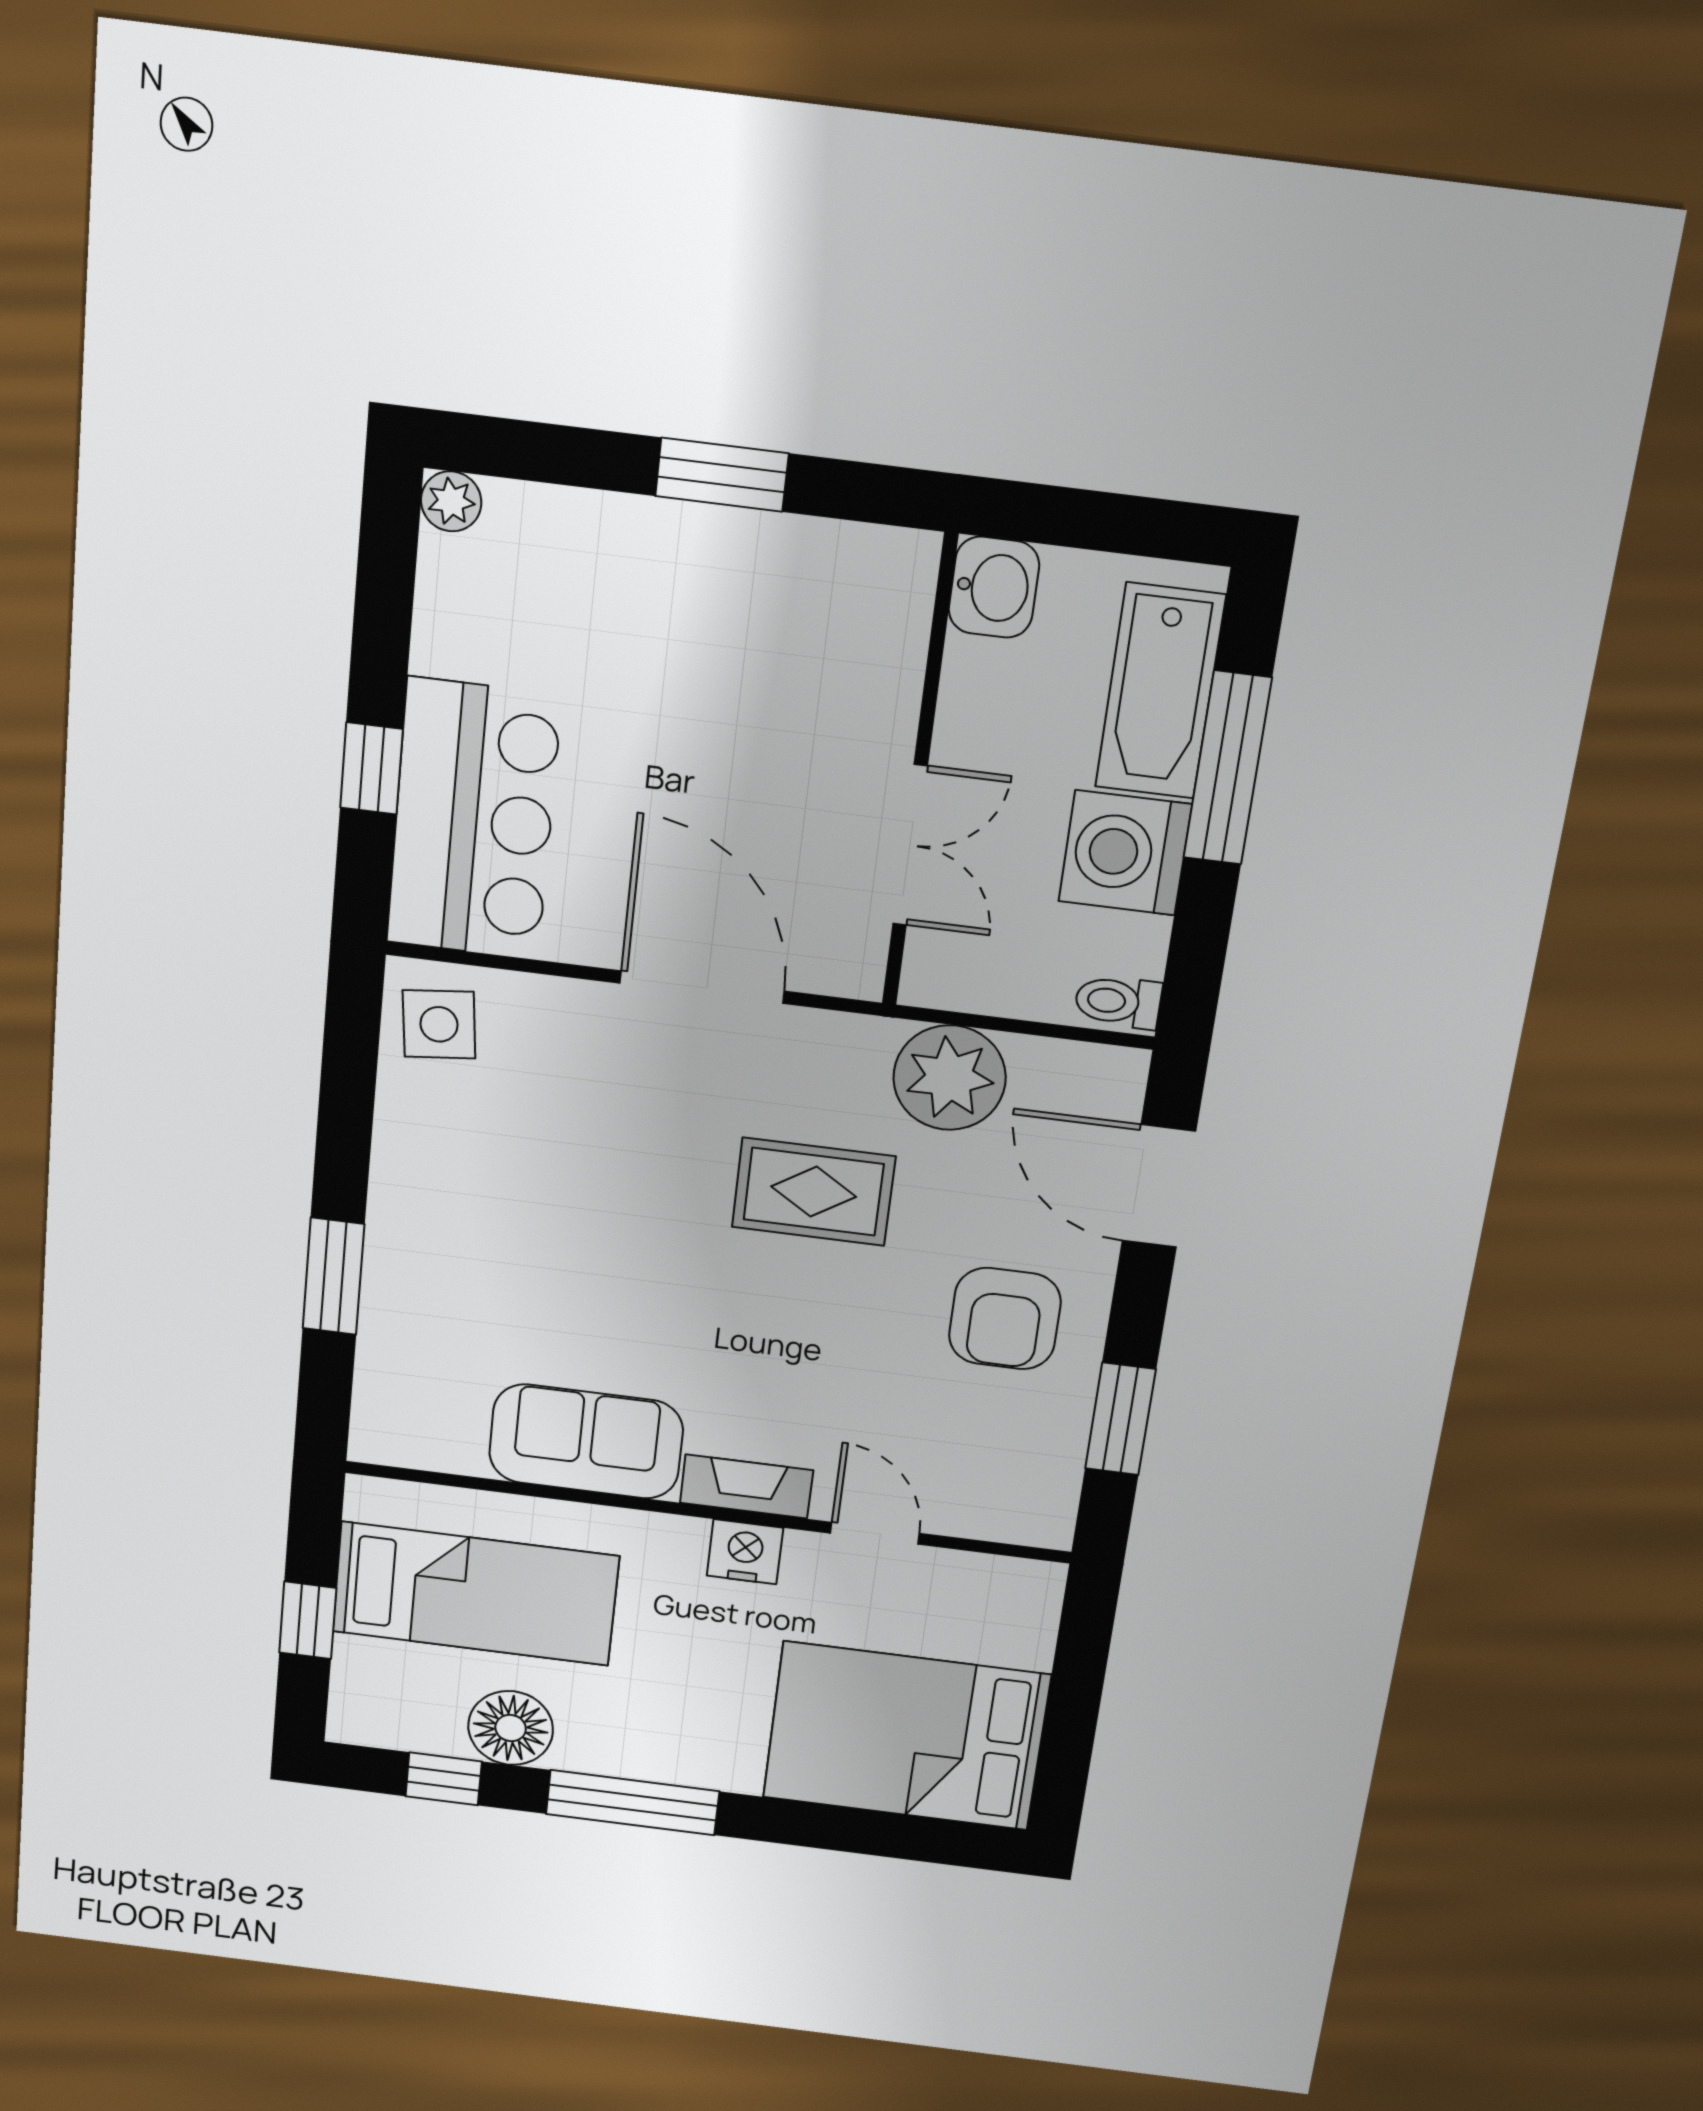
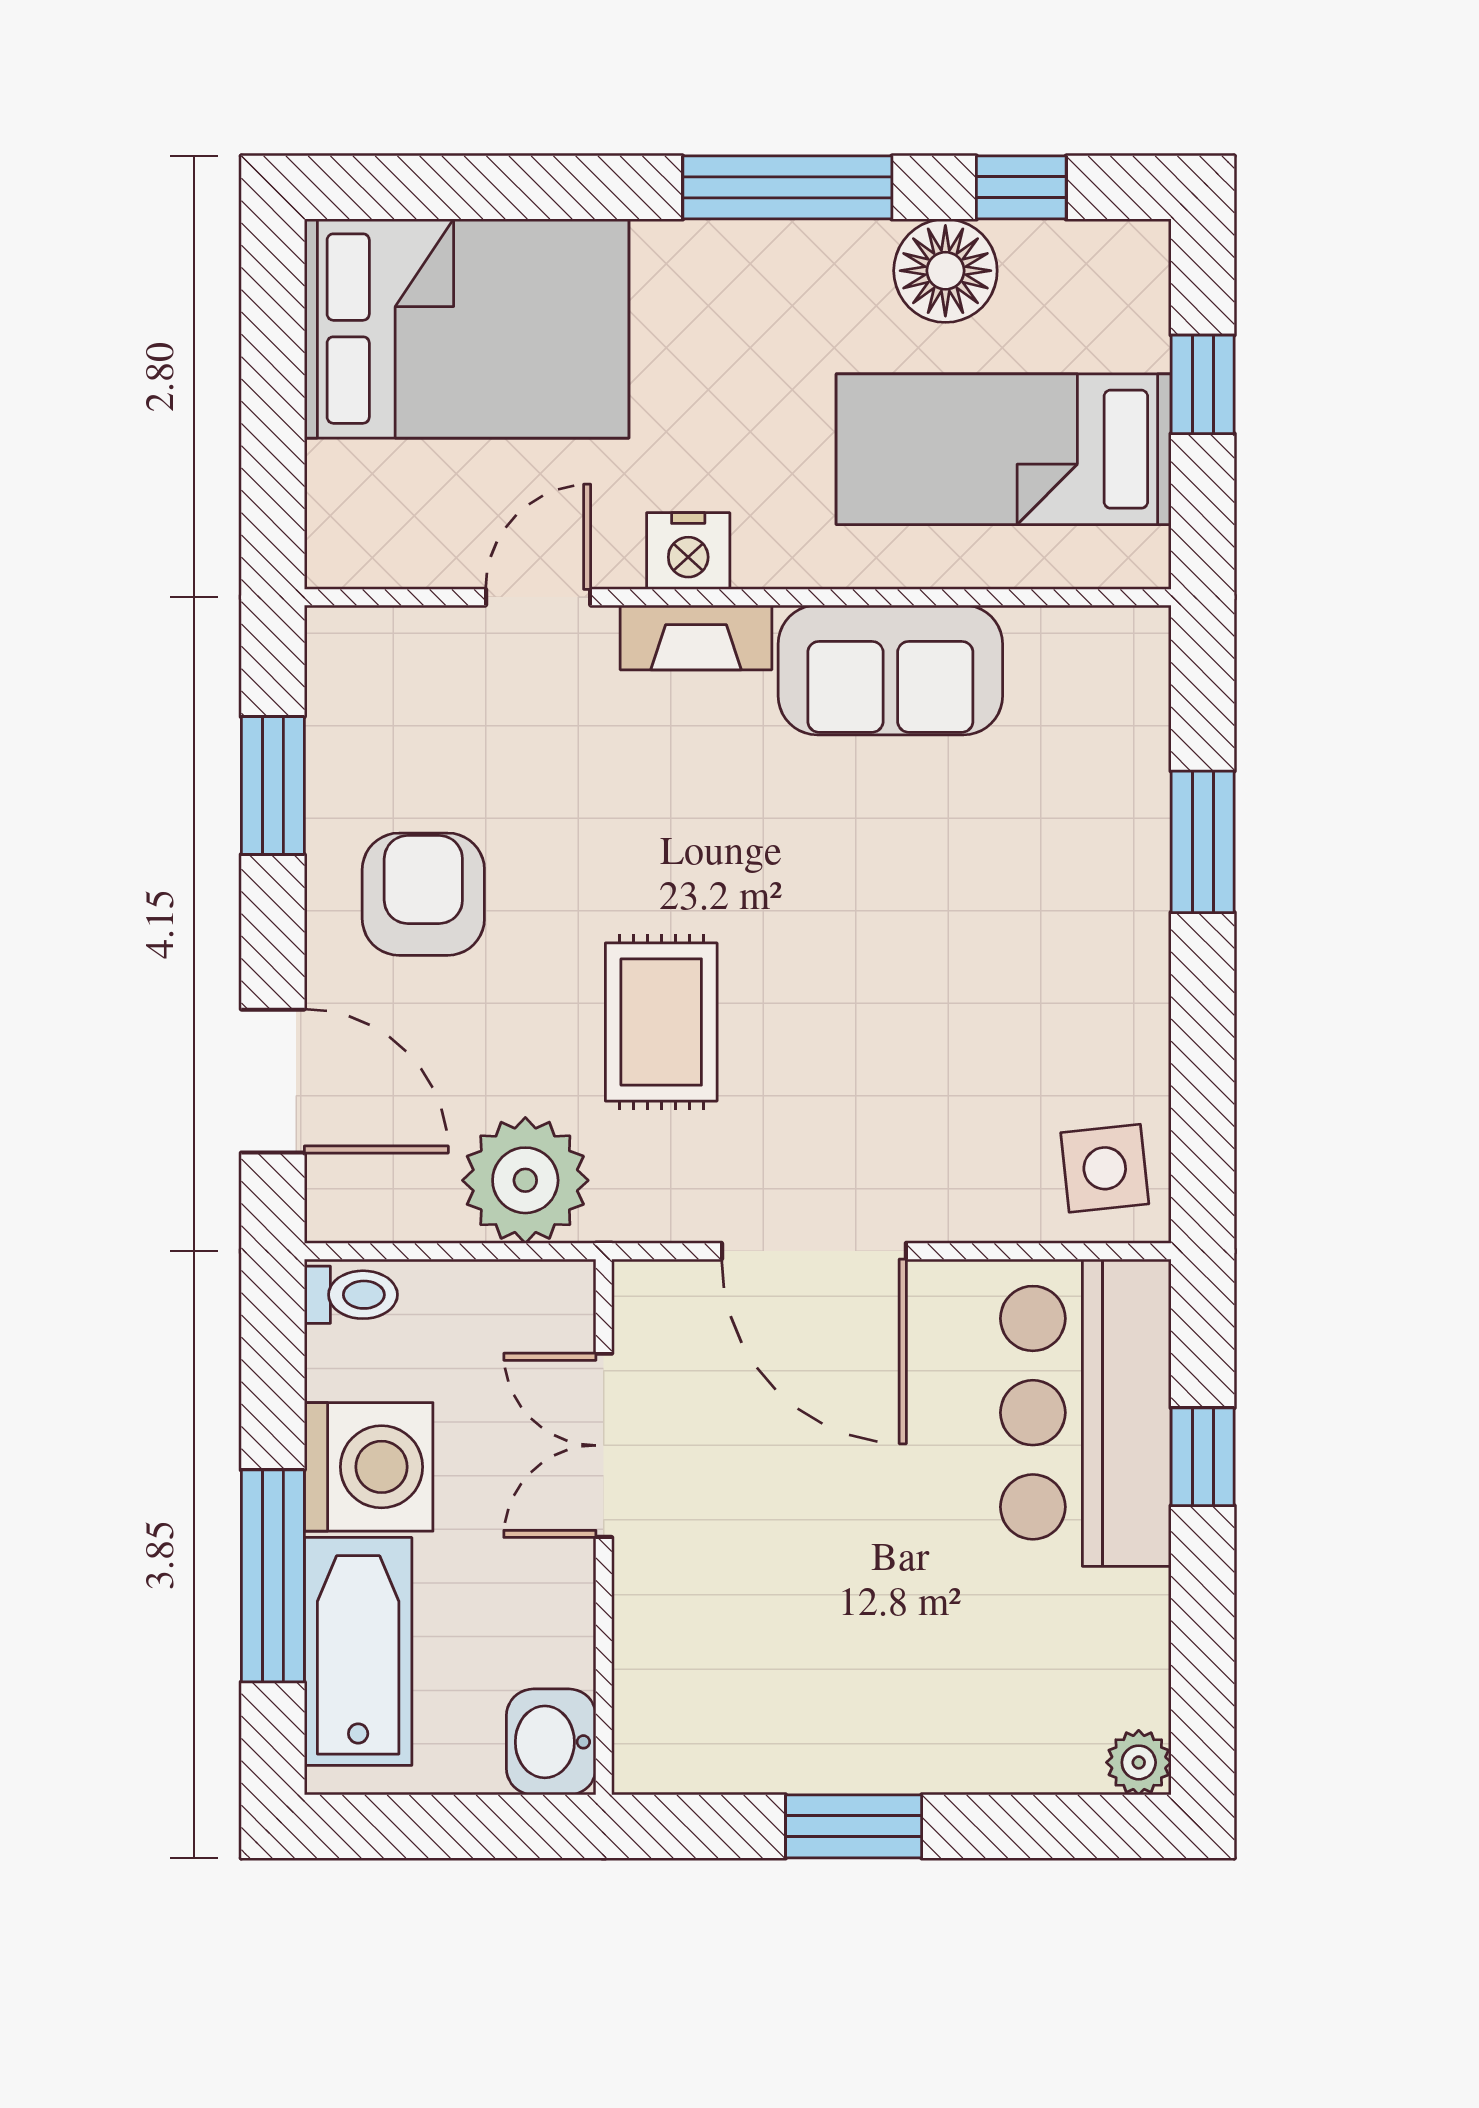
rug: (814, 1192) -> (661, 1022), turned 90
door: (875, 1533) -> (538, 597), swing flipped

